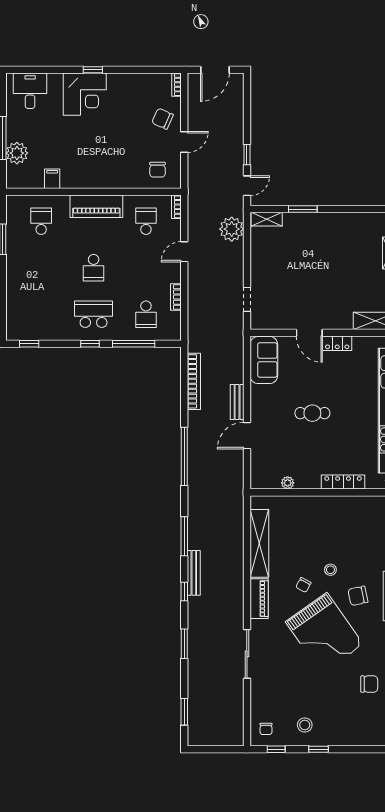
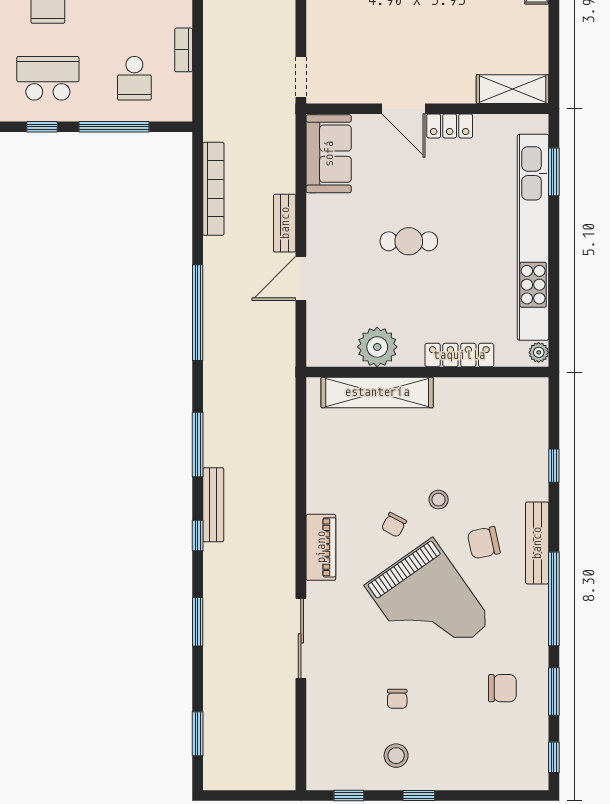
doorway: (247, 299) -> (301, 77), moved
plant: (288, 483) -> (377, 347), width x1.88, depth x1.88
shelving: (259, 543) -> (377, 392), moved, turned 90
chair: (266, 729) -> (397, 699), moved

